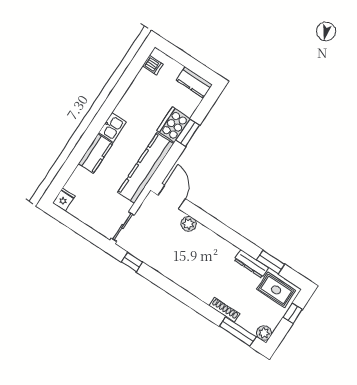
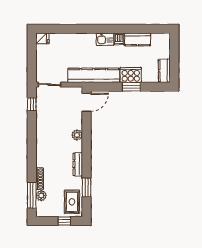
dishwasher: (153, 65) -> (119, 39), moved
kitchen counter: (96, 154) -> (138, 39), moved
plant: (189, 224) -> (77, 135), moved
dresser: (251, 264) -> (78, 164), moved
plant: (264, 333) -> (41, 196), moved

